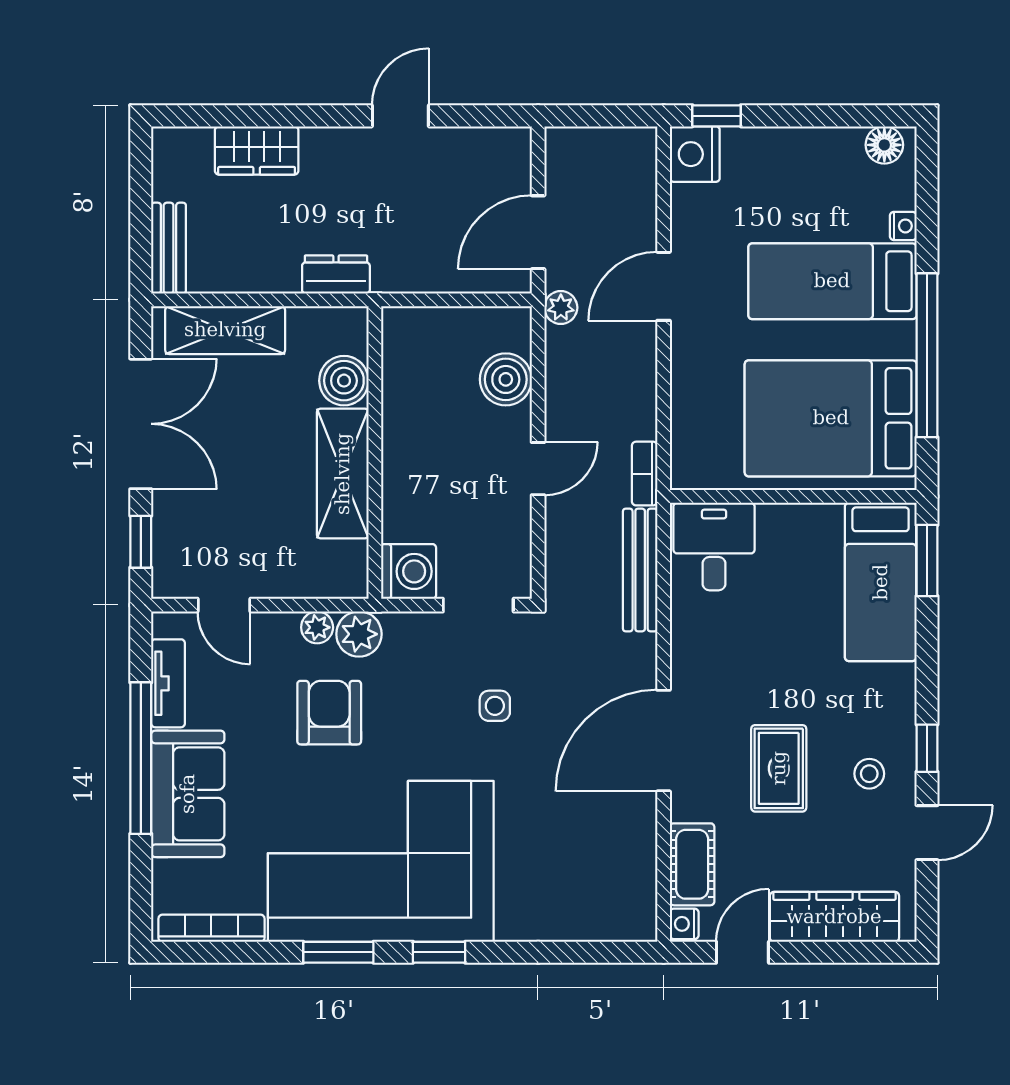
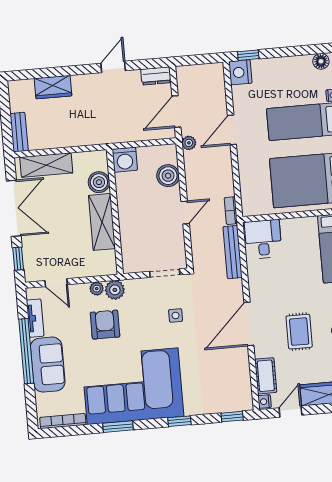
dresser: (336, 274) -> (156, 76), moved, turned 180
washing machine: (409, 571) -> (125, 160), moved, turned 90
window: (439, 952) -> (179, 421), moved
window: (606, 952) -> (232, 417), added

